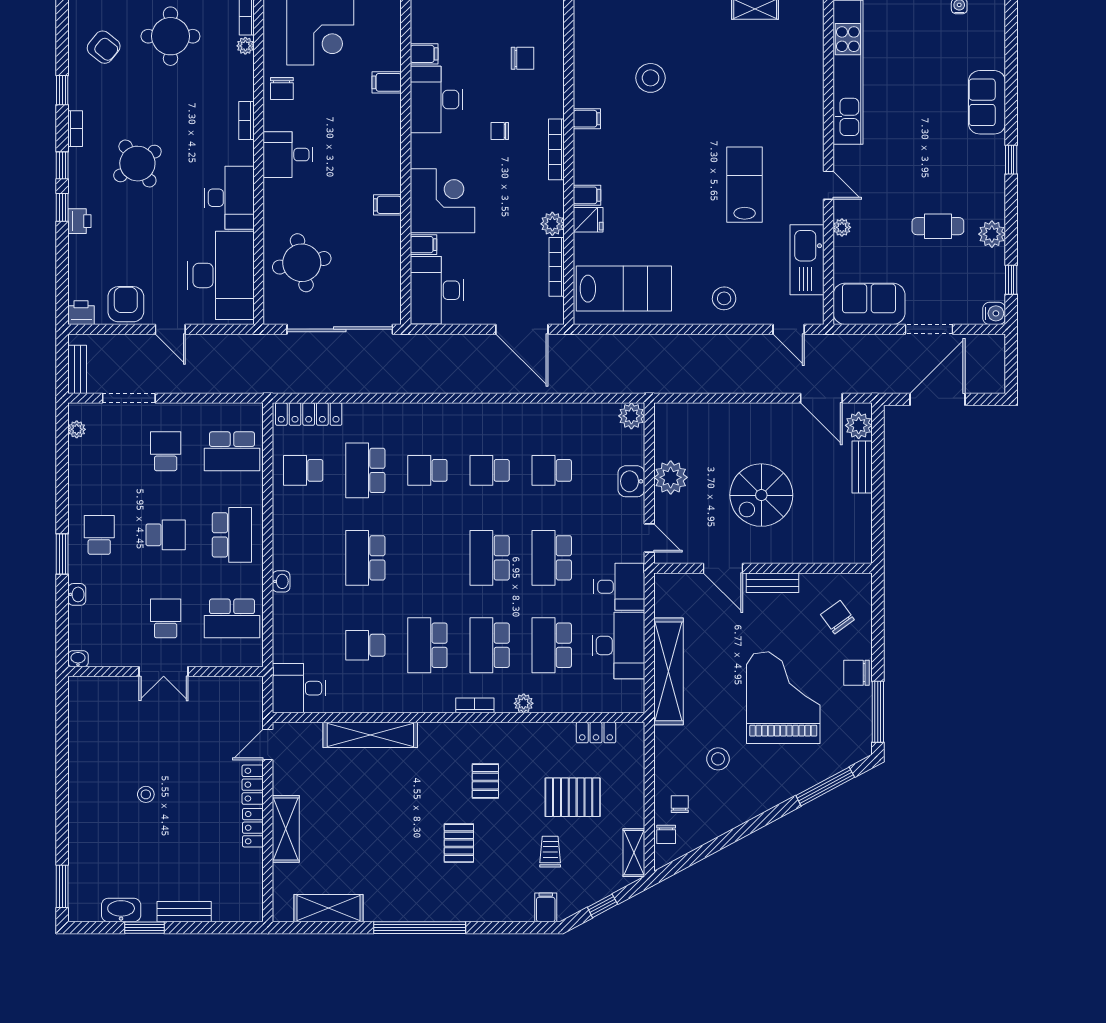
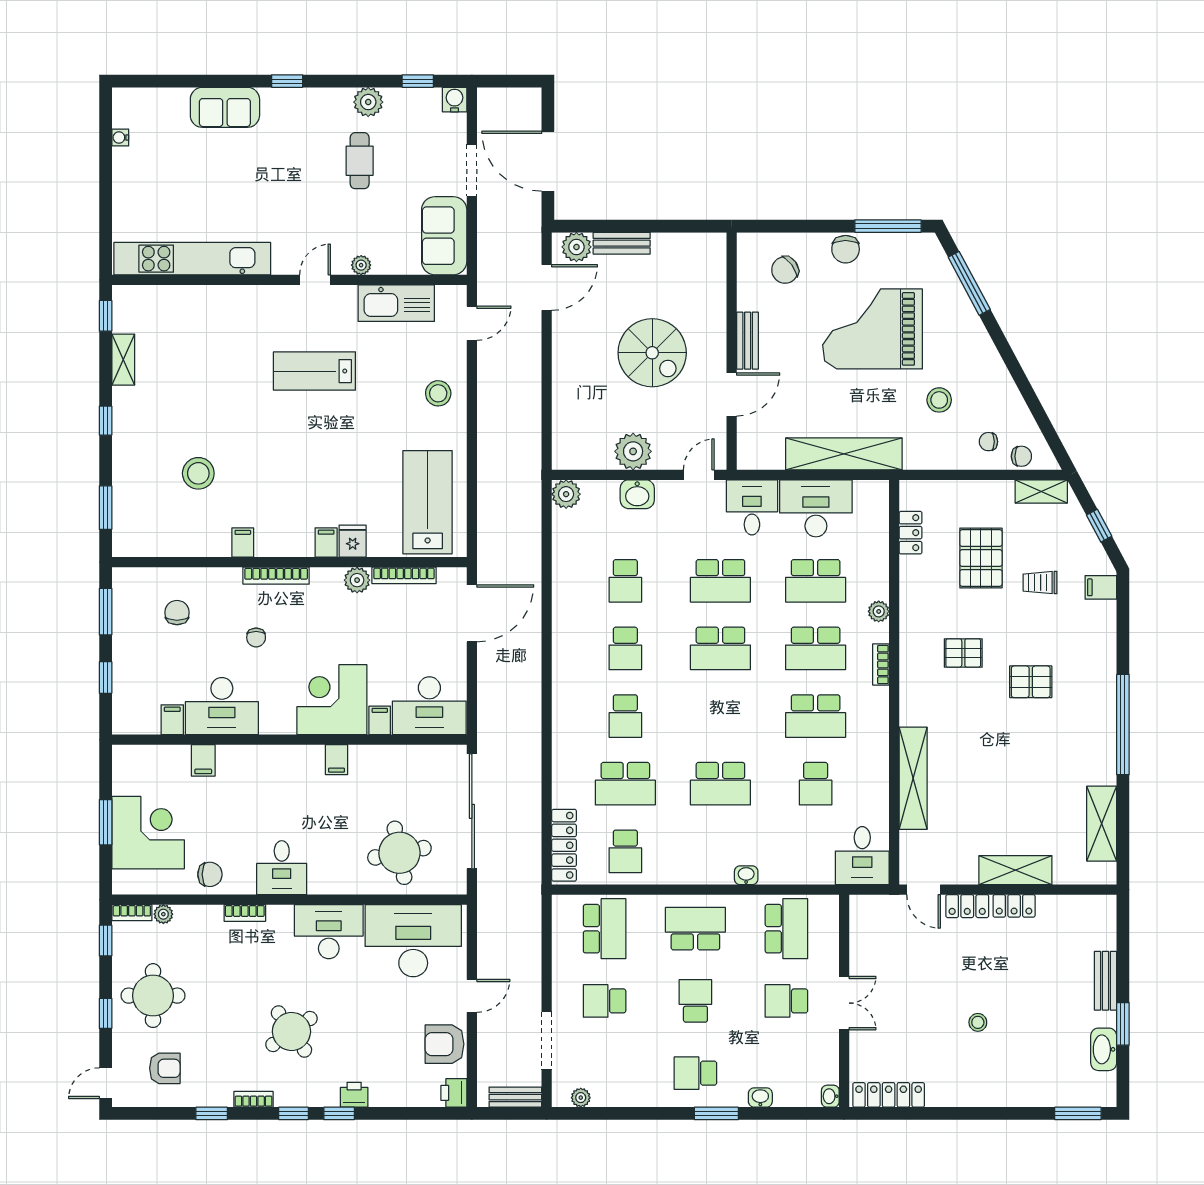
armchair: (104, 47) -> (165, 1068), turned 51
locker: (79, 712) -> (889, 1095), added

